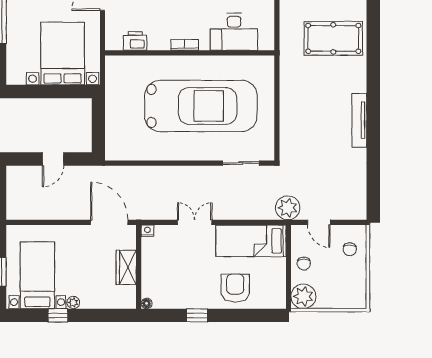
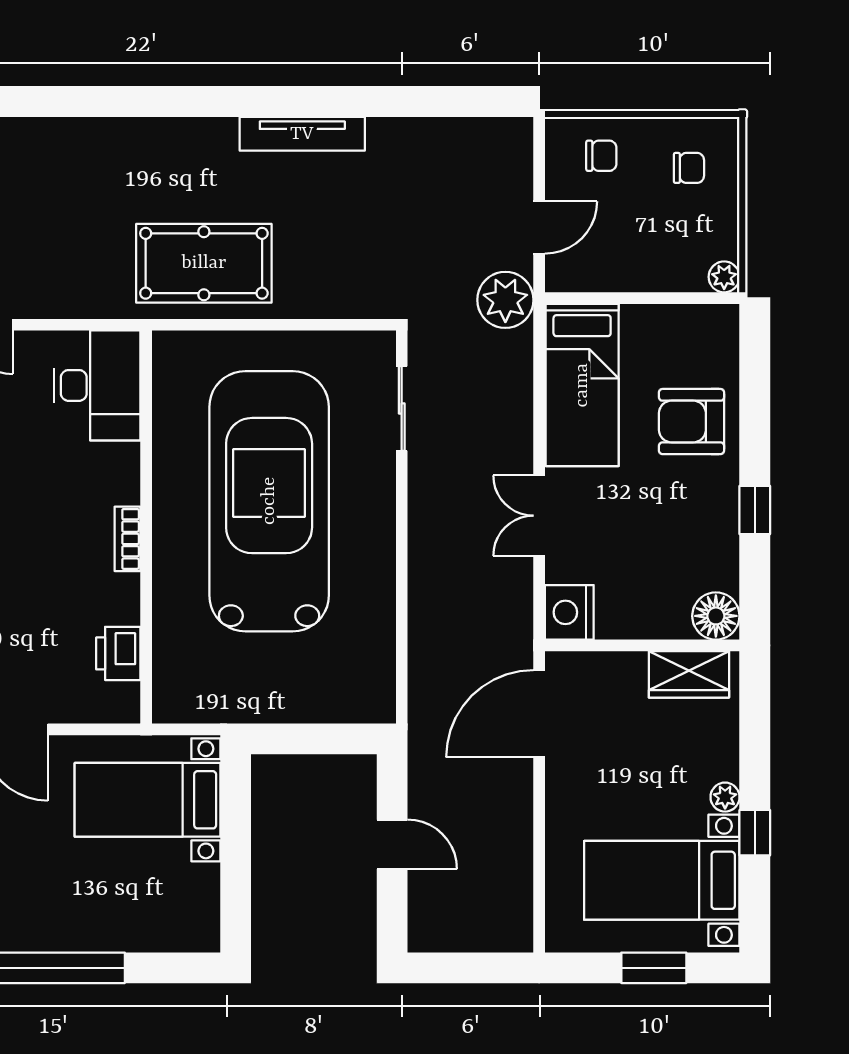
desk: (234, 32) -> (97, 385), moved
pool table: (333, 38) -> (204, 263), moved, turned 90
bed with nightstands: (63, 54) -> (148, 800), width x0.73
nightstand: (147, 231) -> (569, 612), width x1.89, depth x1.79
chair: (304, 263) -> (689, 168), moved
wardrobe: (126, 267) -> (689, 674), moved
plant: (303, 296) -> (724, 277), width x0.53, depth x0.53
floor lamp: (147, 303) -> (716, 616), width x1.89, depth x1.89

